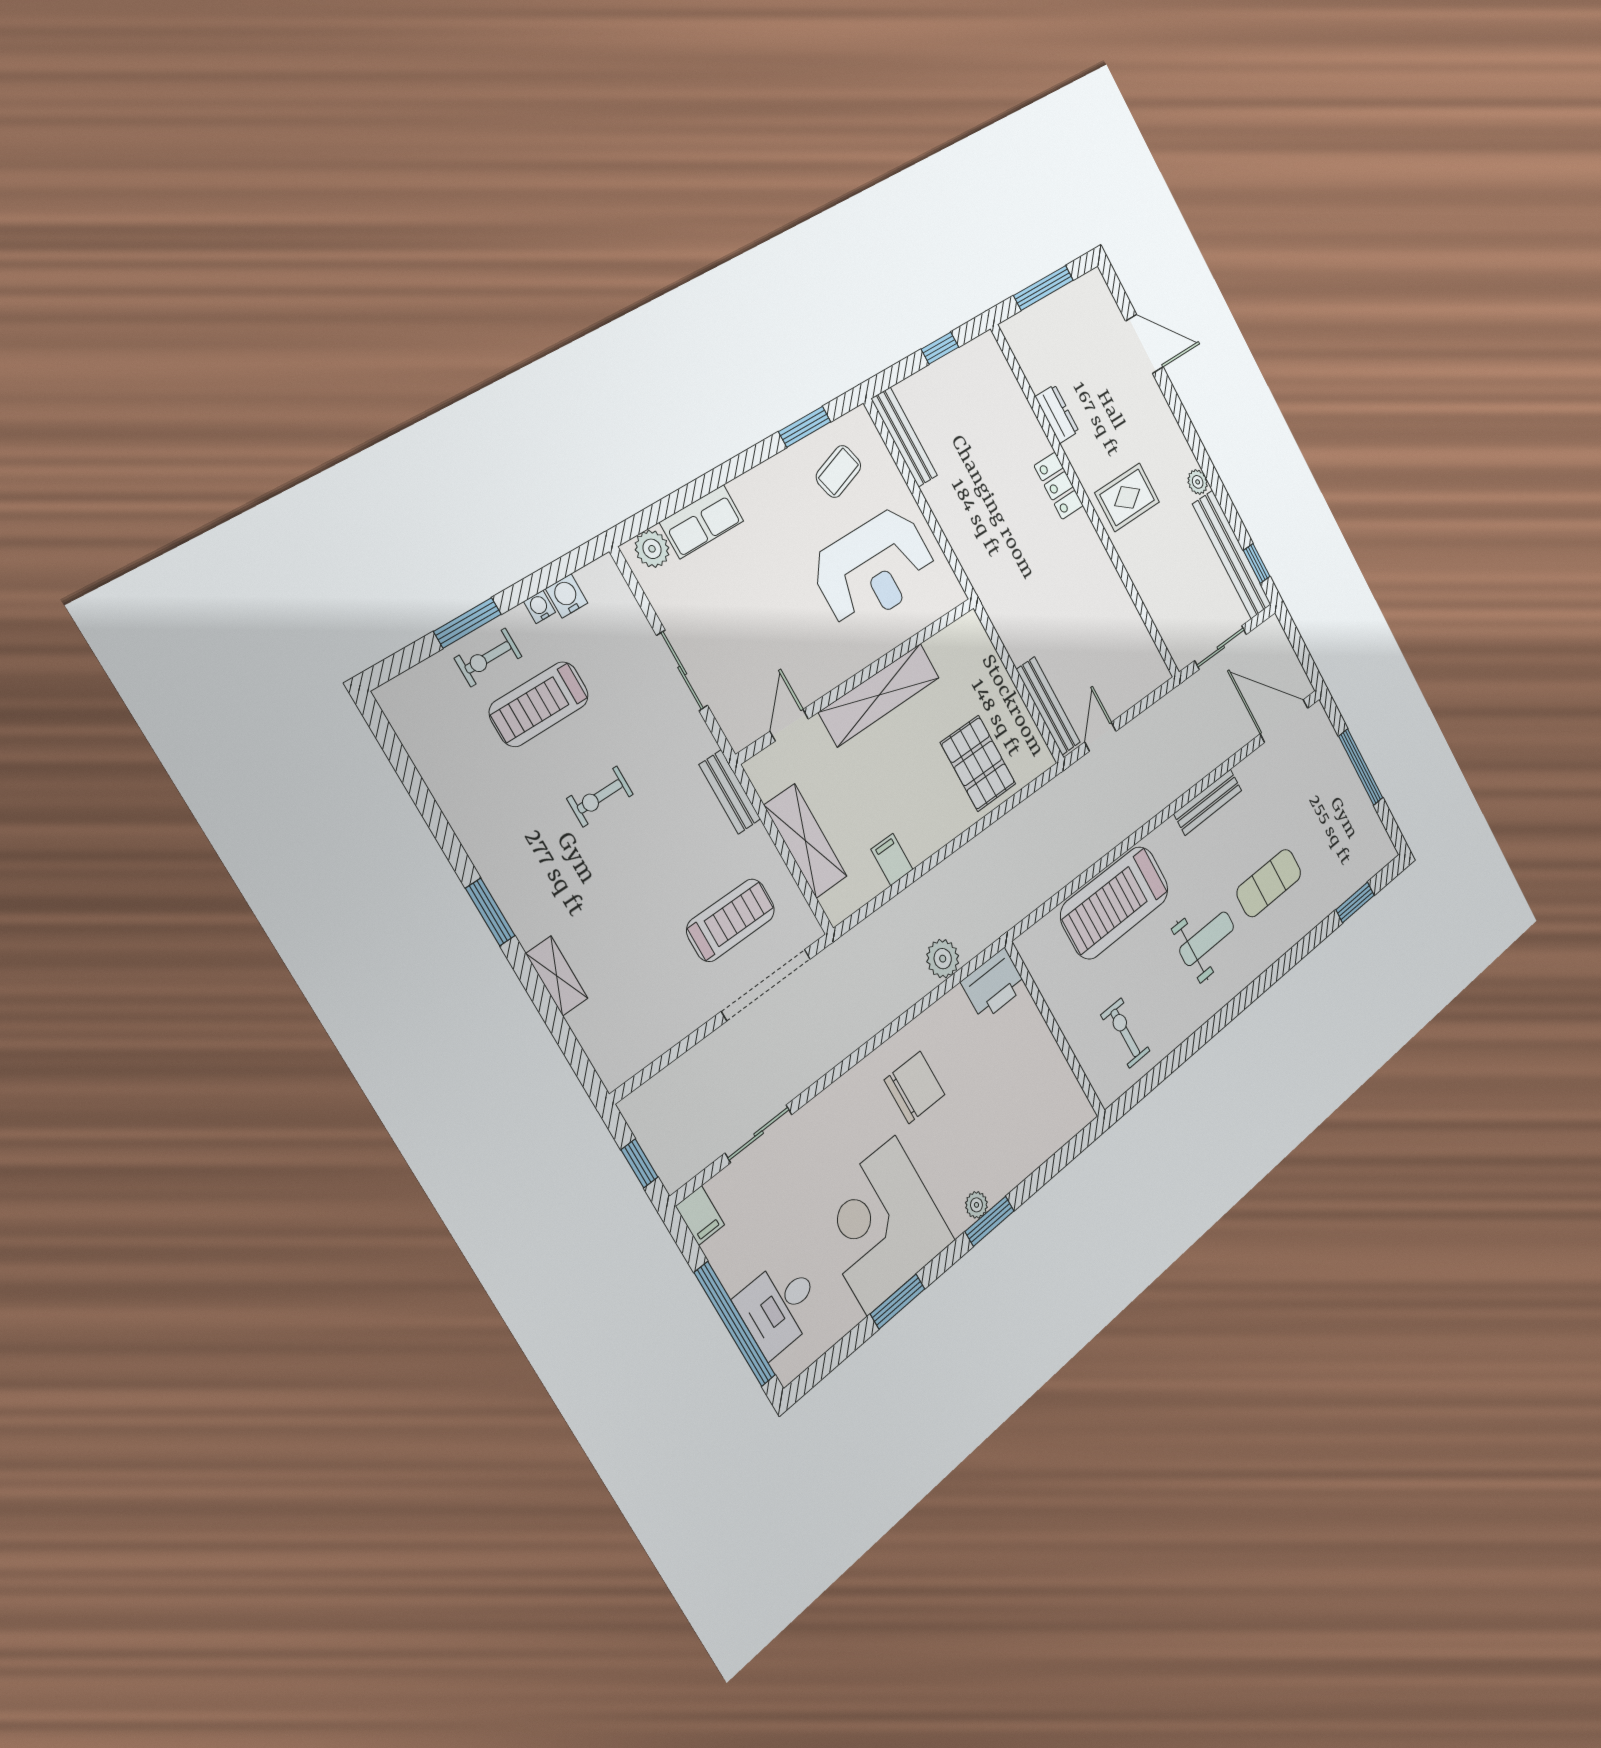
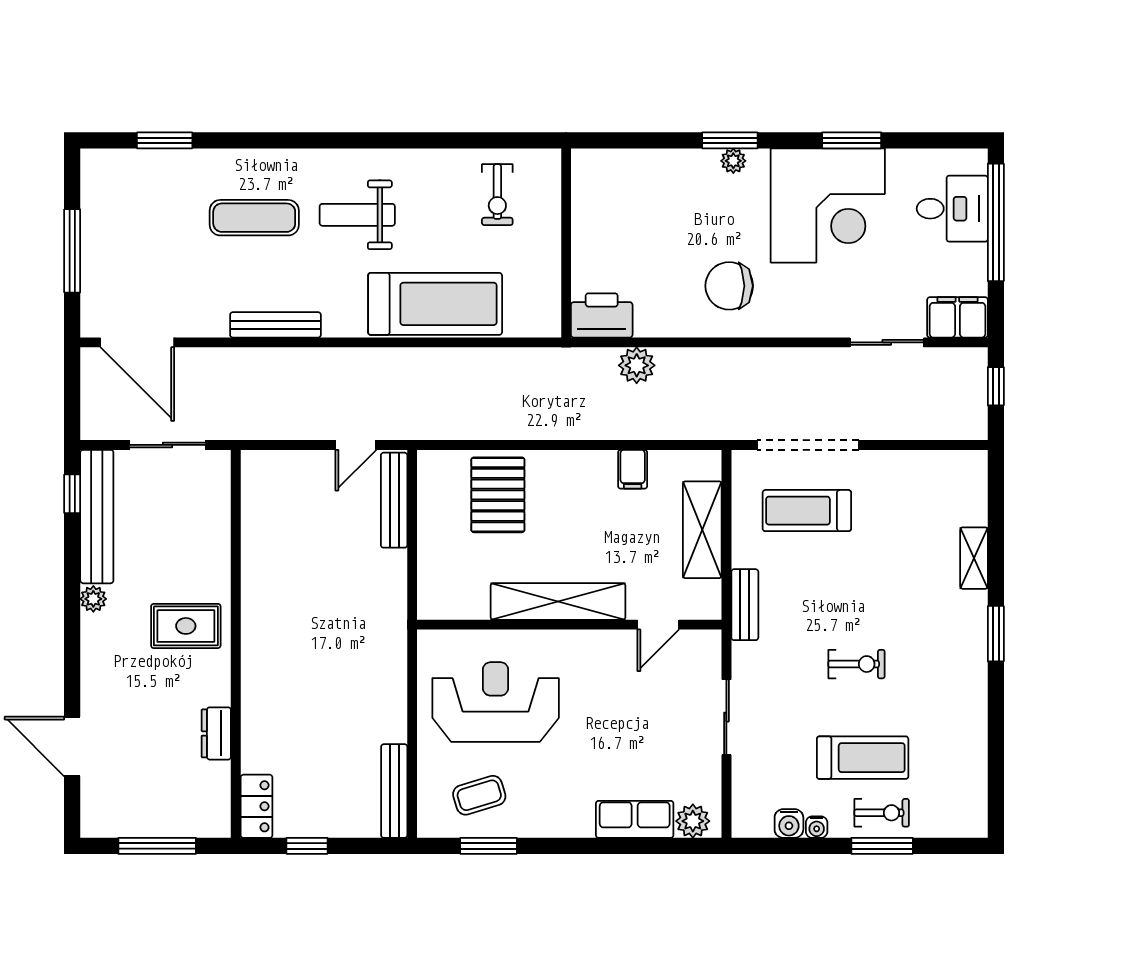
locker: (1059, 486) -> (257, 806), moved
filing cabinet: (700, 1215) -> (957, 317), width x2.00

